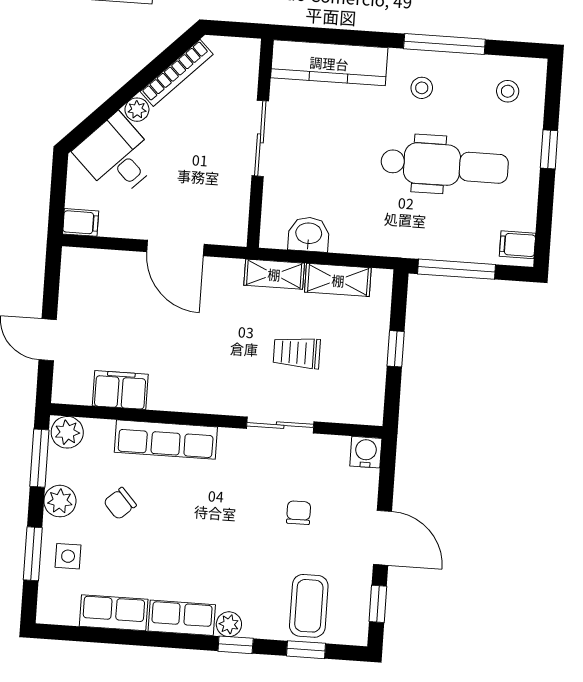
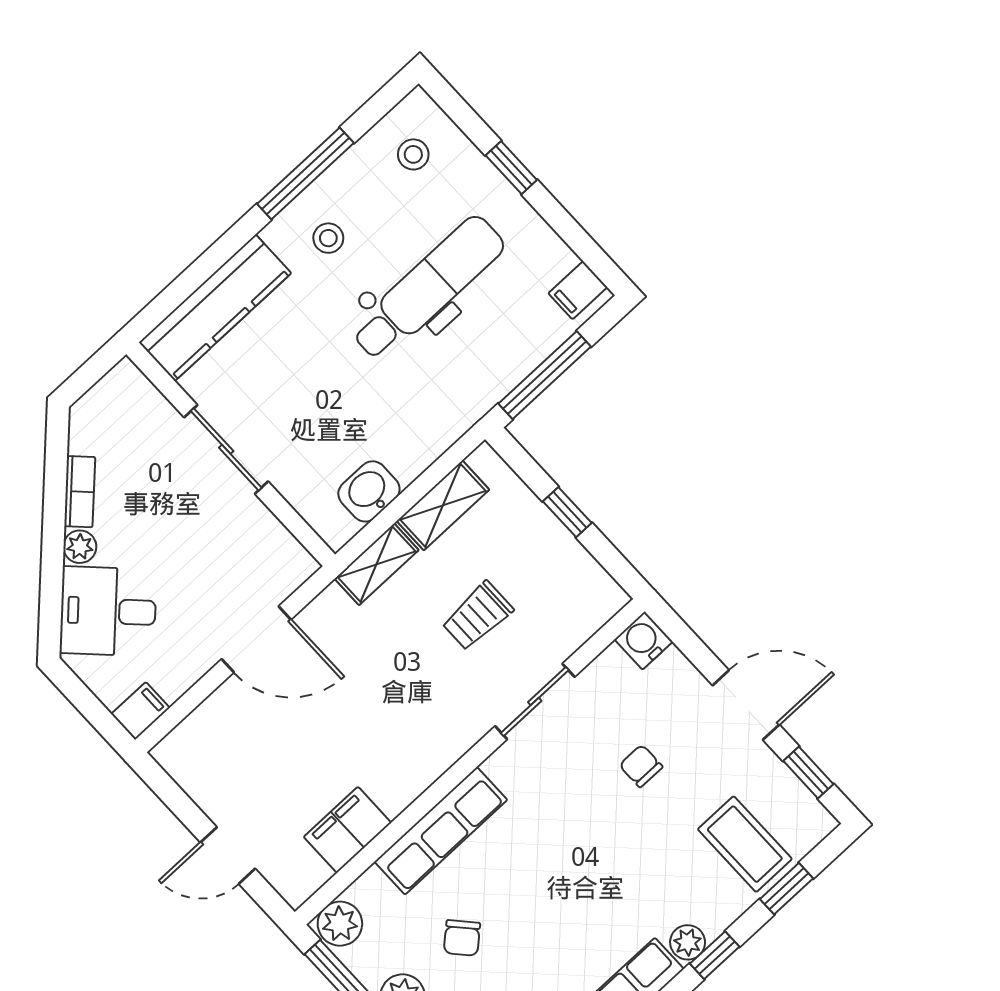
bookcase: (177, 73) -> (80, 492), width x0.64

